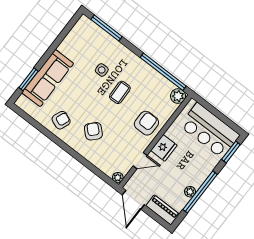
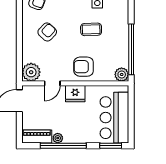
armchair: (146, 123) -> (84, 67), turned 180
door: (140, 161) -> (52, 83), hinge flipped
plant: (118, 178) -> (31, 72), width x1.87, depth x1.87
piano: (163, 210) -> (37, 136), moved, turned -90

